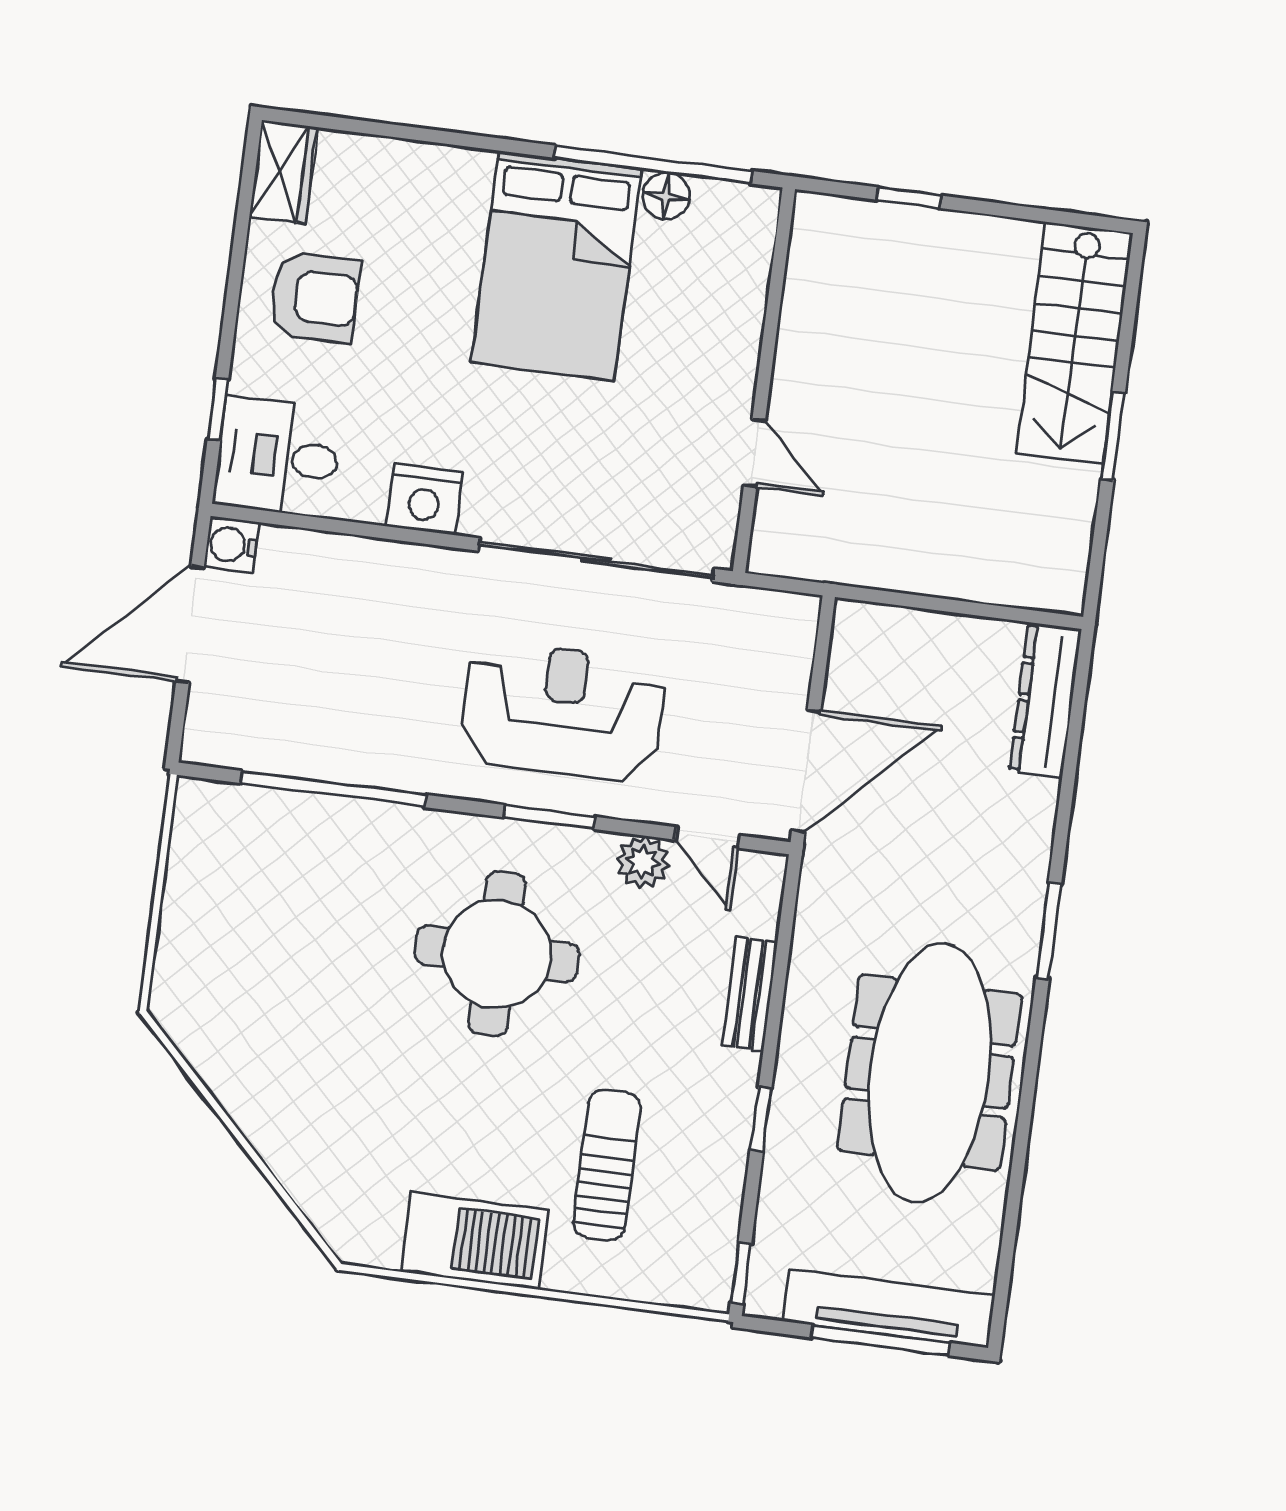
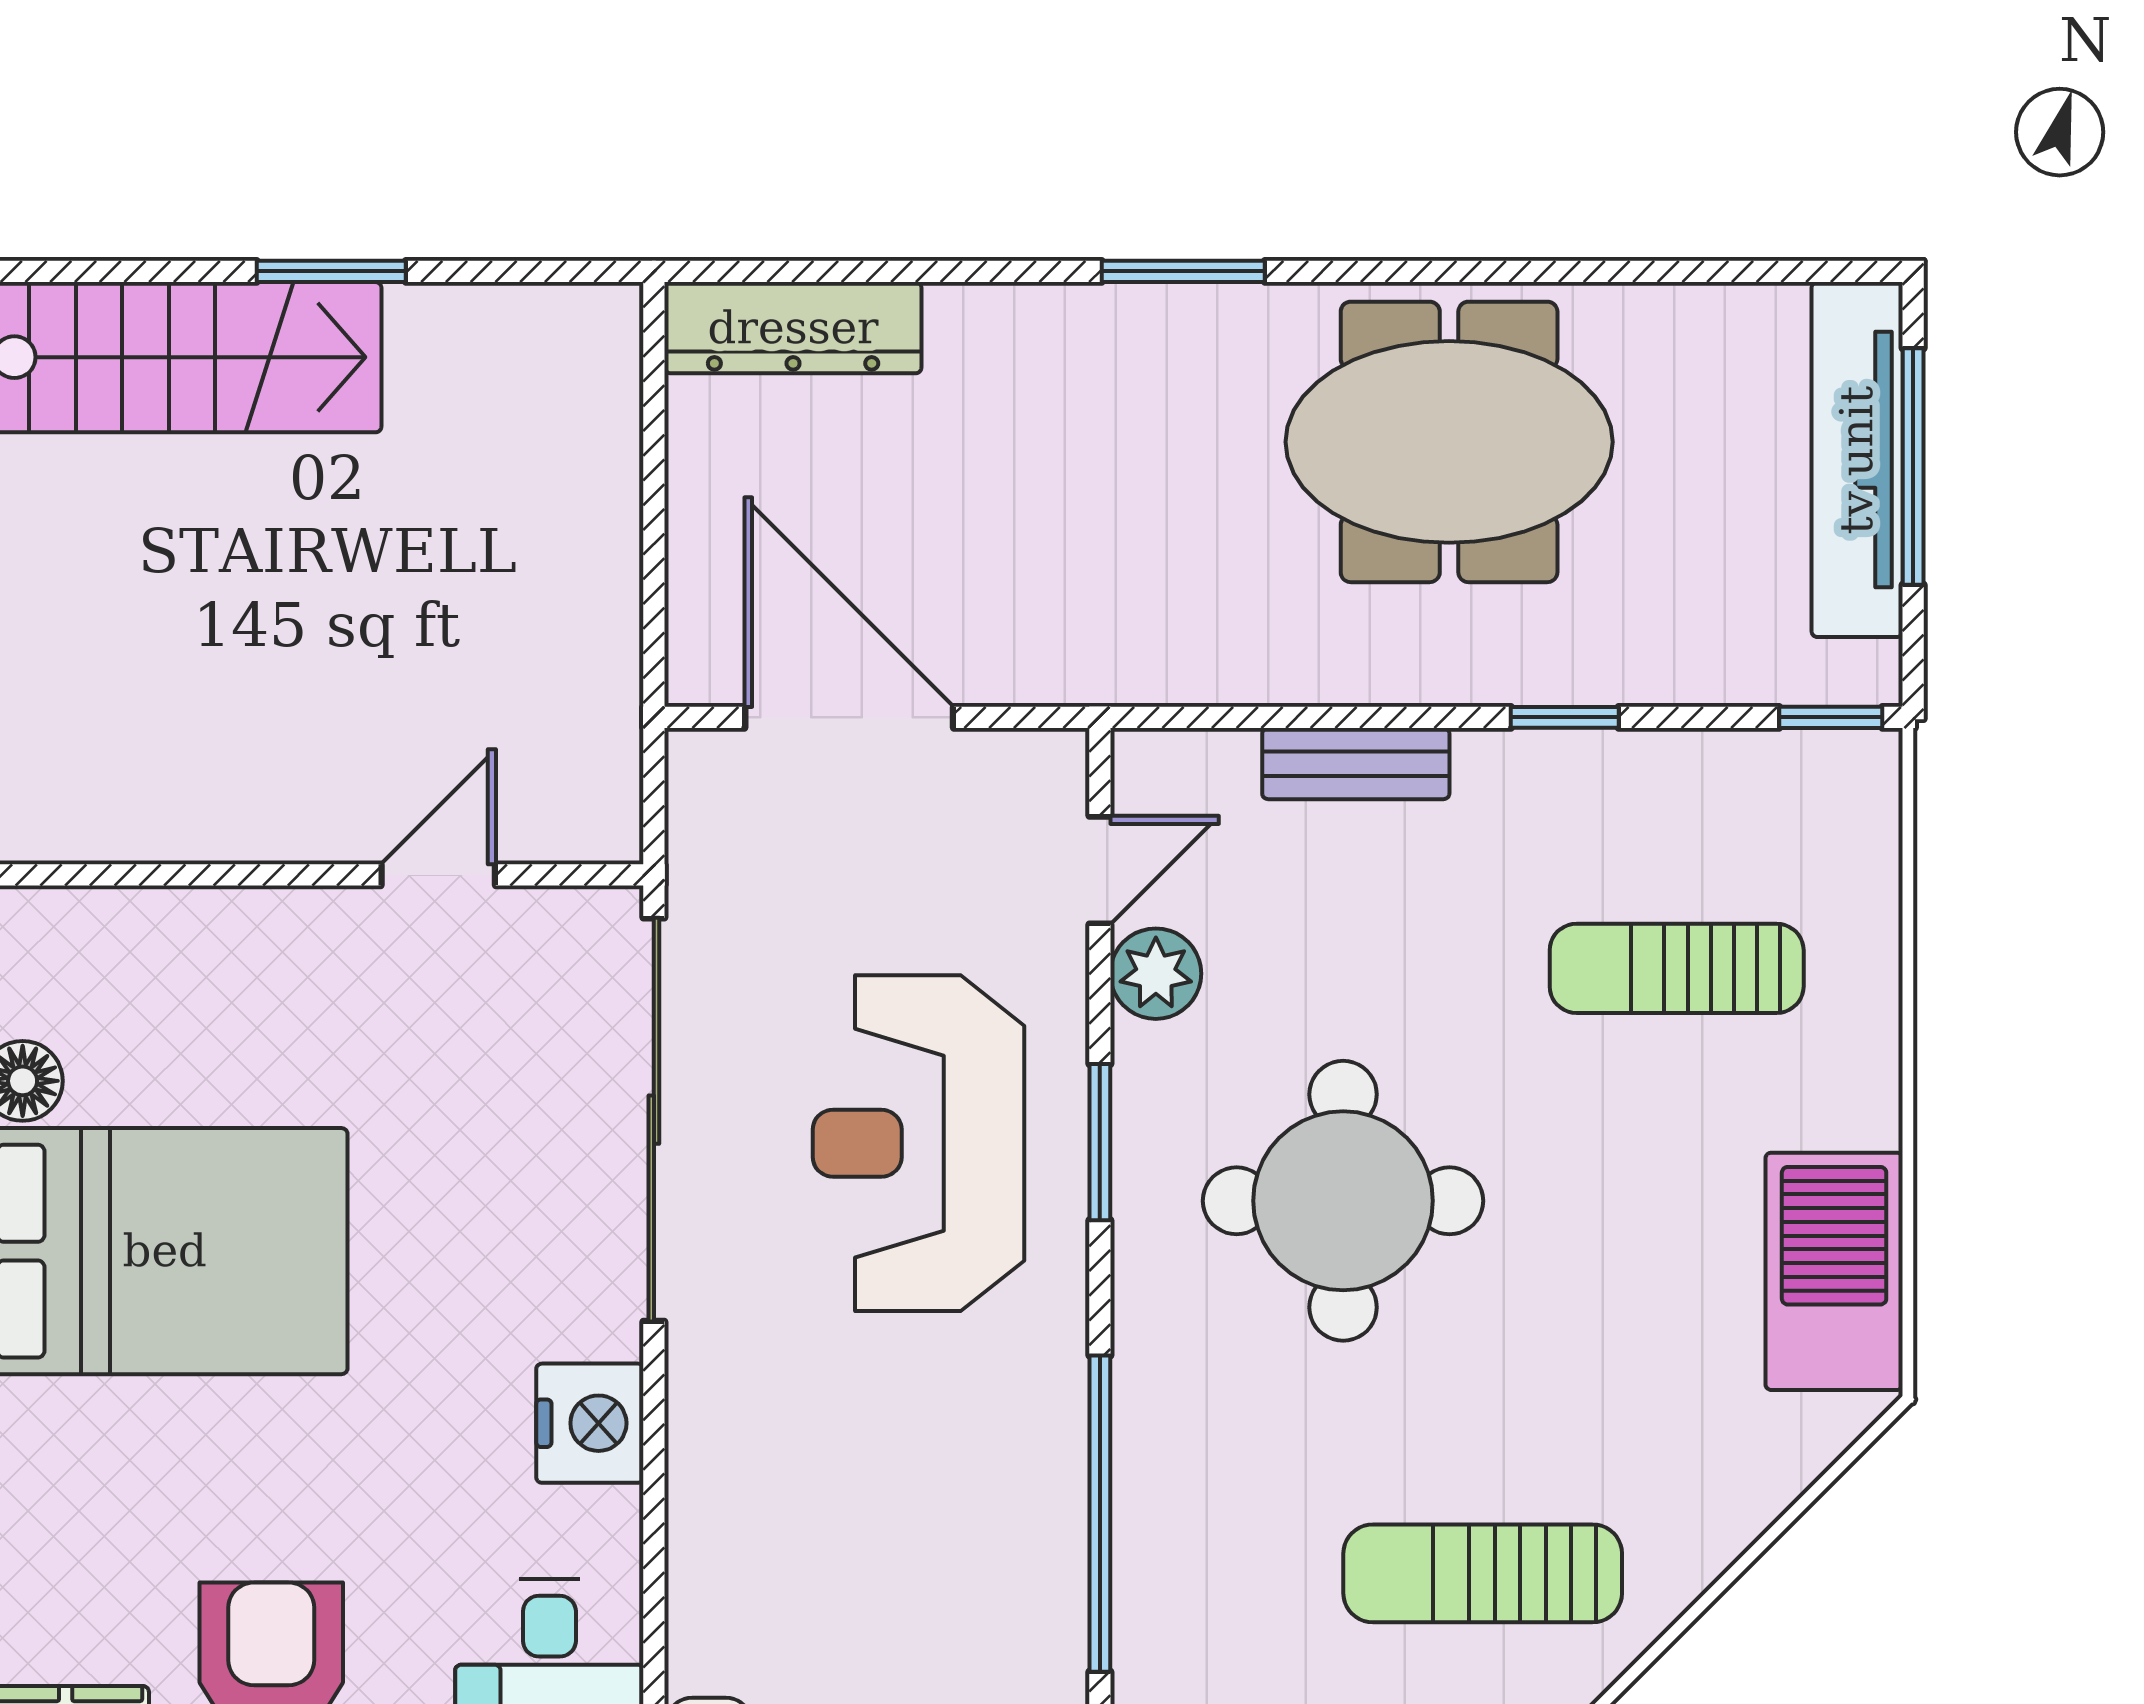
door: (806, 771) -> (849, 717), moved
sun lounger: (270, 1007) -> (1483, 1573), added
meeting table: (930, 1073) -> (1449, 442), width x0.73
barbecue: (475, 1241) -> (1834, 1271), moved

